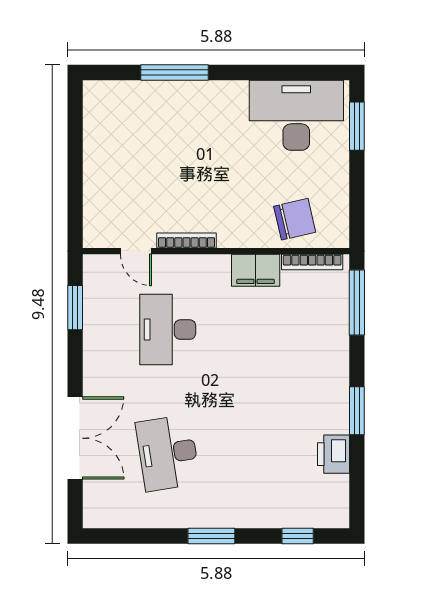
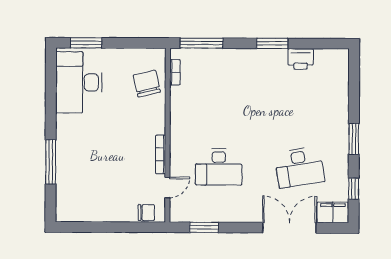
chair: (98, 219) -> (146, 213), added
bookcase: (312, 262) -> (175, 72), width x0.64
filing cabinet: (256, 270) -> (333, 212), moved, turned -90
window: (298, 536) -> (354, 189), moved

